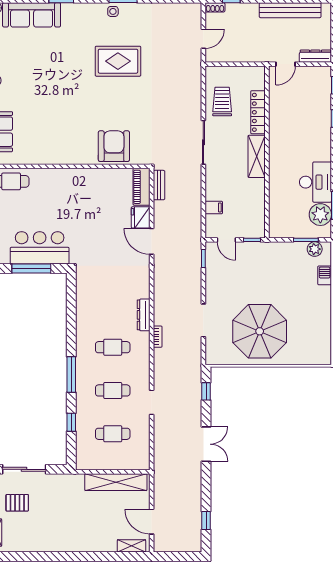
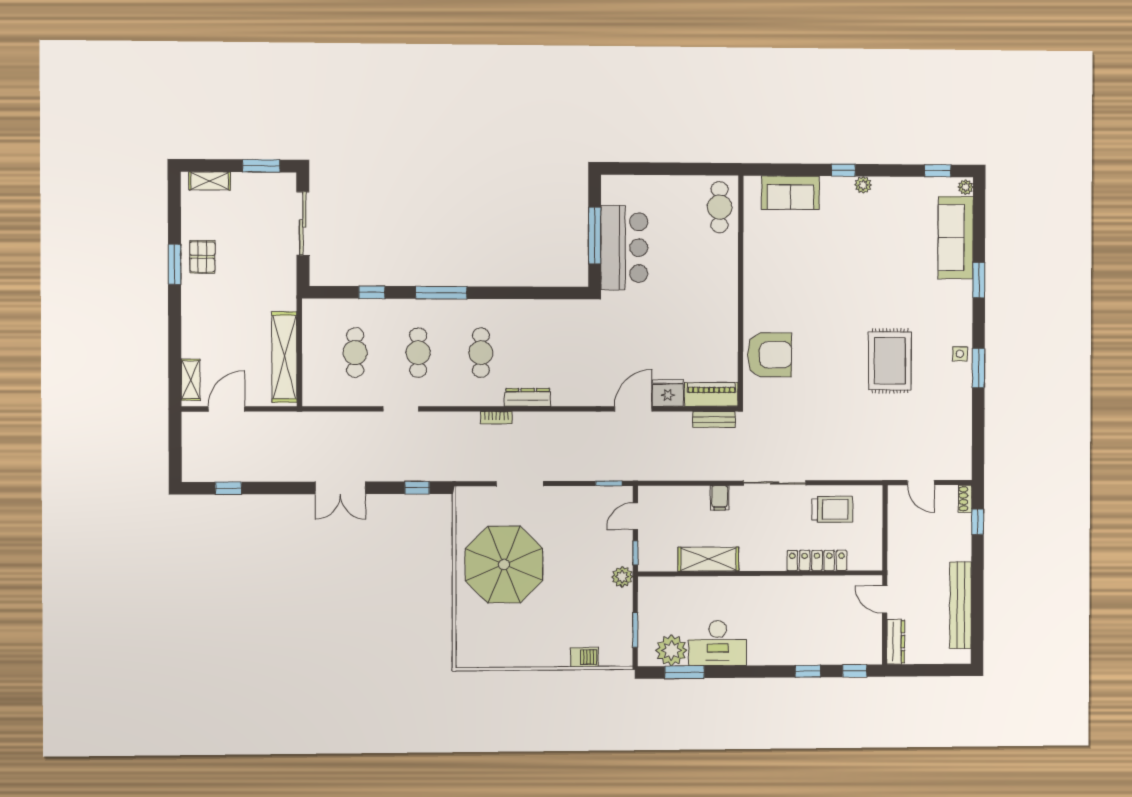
shelving: (257, 156) -> (708, 559), moved
filing cabinet: (214, 207) -> (720, 498), moved
plant: (315, 249) -> (622, 577), moved
pallet: (17, 503) -> (202, 257), moved
window: (53, 557) -> (175, 264), added

